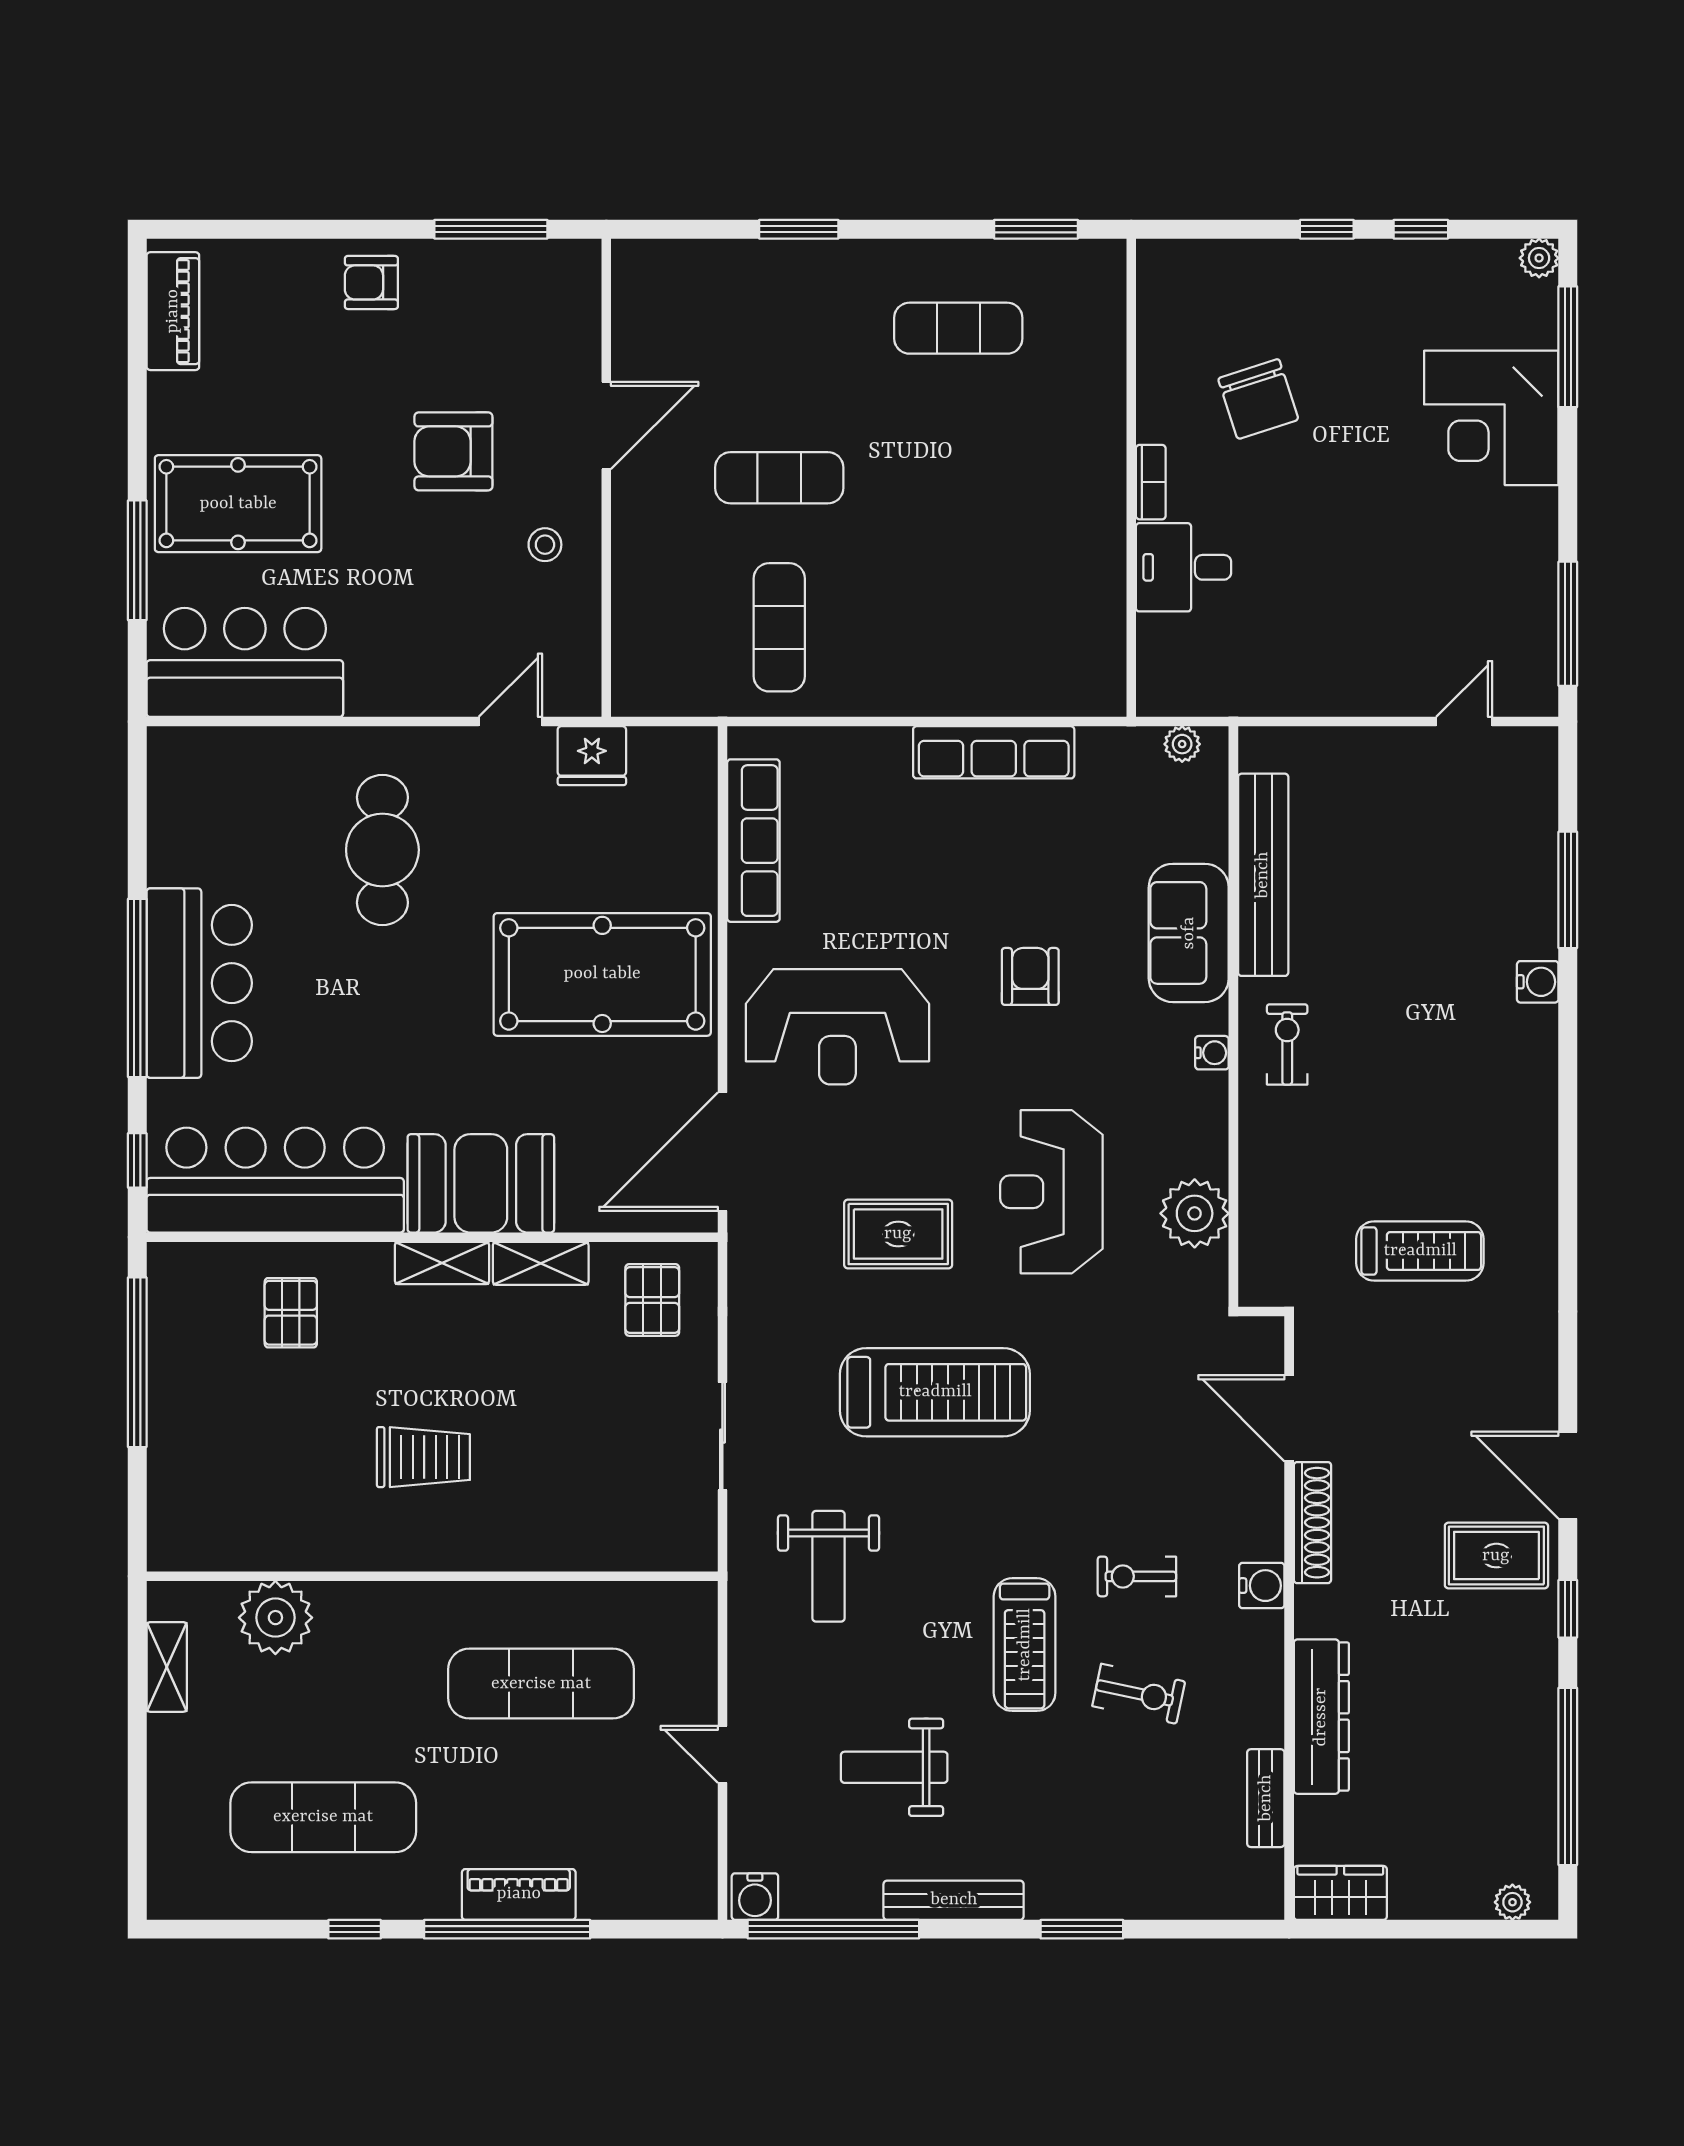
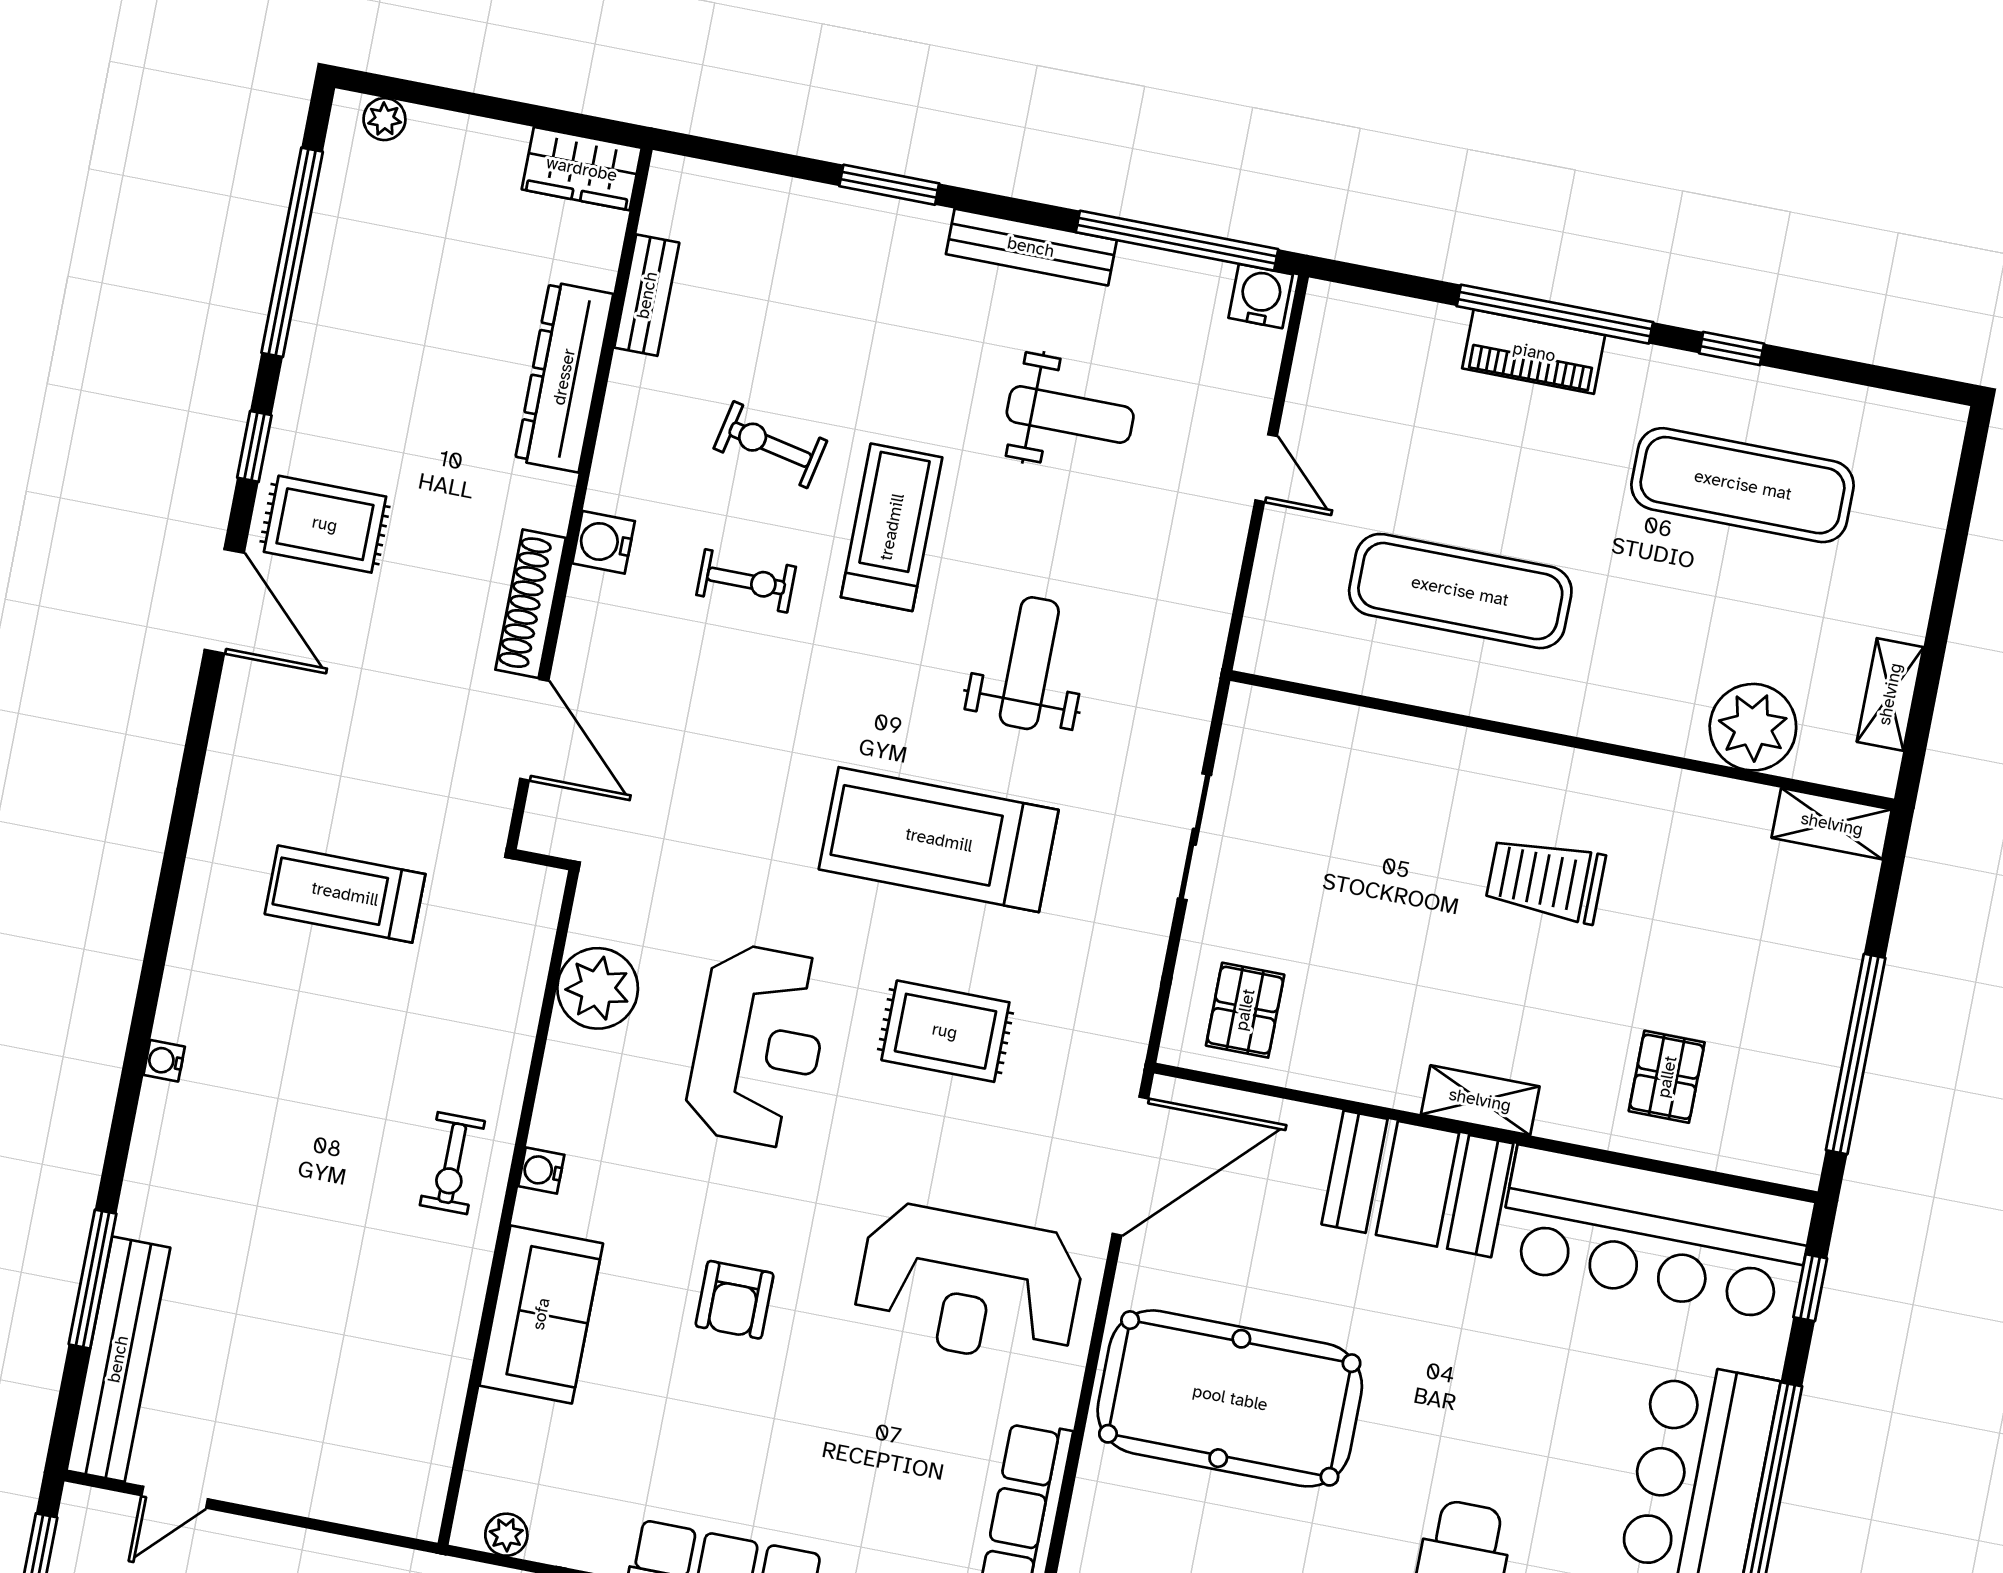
bench: (1263, 875) -> (118, 1359), moved
water cooler: (1538, 982) -> (164, 1061), moved, width x0.72, depth x0.72
reception desk: (837, 1027) -> (969, 1285), turned 180
shelving: (541, 1263) -> (1832, 824), moved
weight bench: (829, 1566) -> (1029, 663), moved

